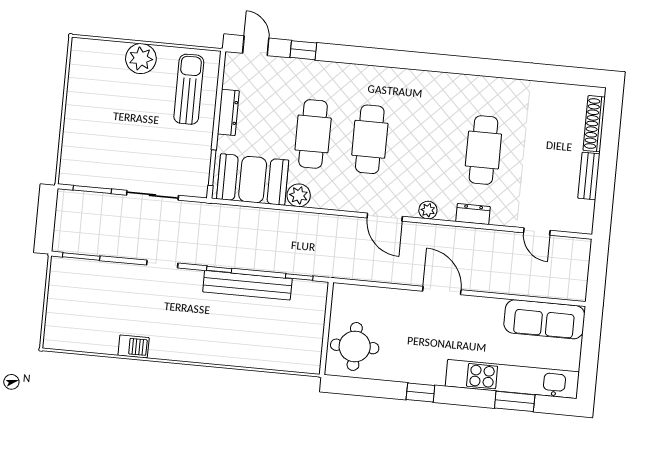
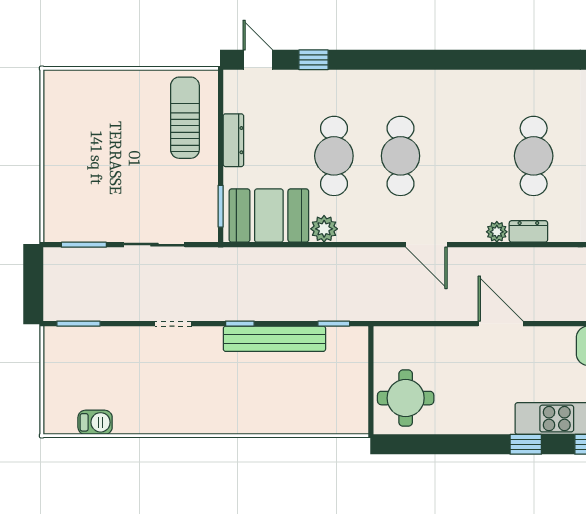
plant: (141, 59) -> (126, 87), removed
plant: (428, 210) -> (497, 232), moved
barbecue: (134, 346) -> (95, 422), moved
window: (420, 393) -> (526, 444), moved

